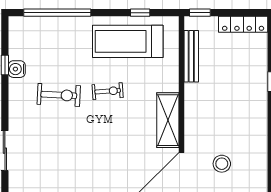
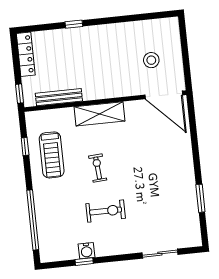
treadmill: (128, 41) -> (52, 155), width x0.73, depth x0.73
exercise bike: (59, 95) -> (106, 211), turned 87
shelving: (168, 120) -> (100, 114), moved

